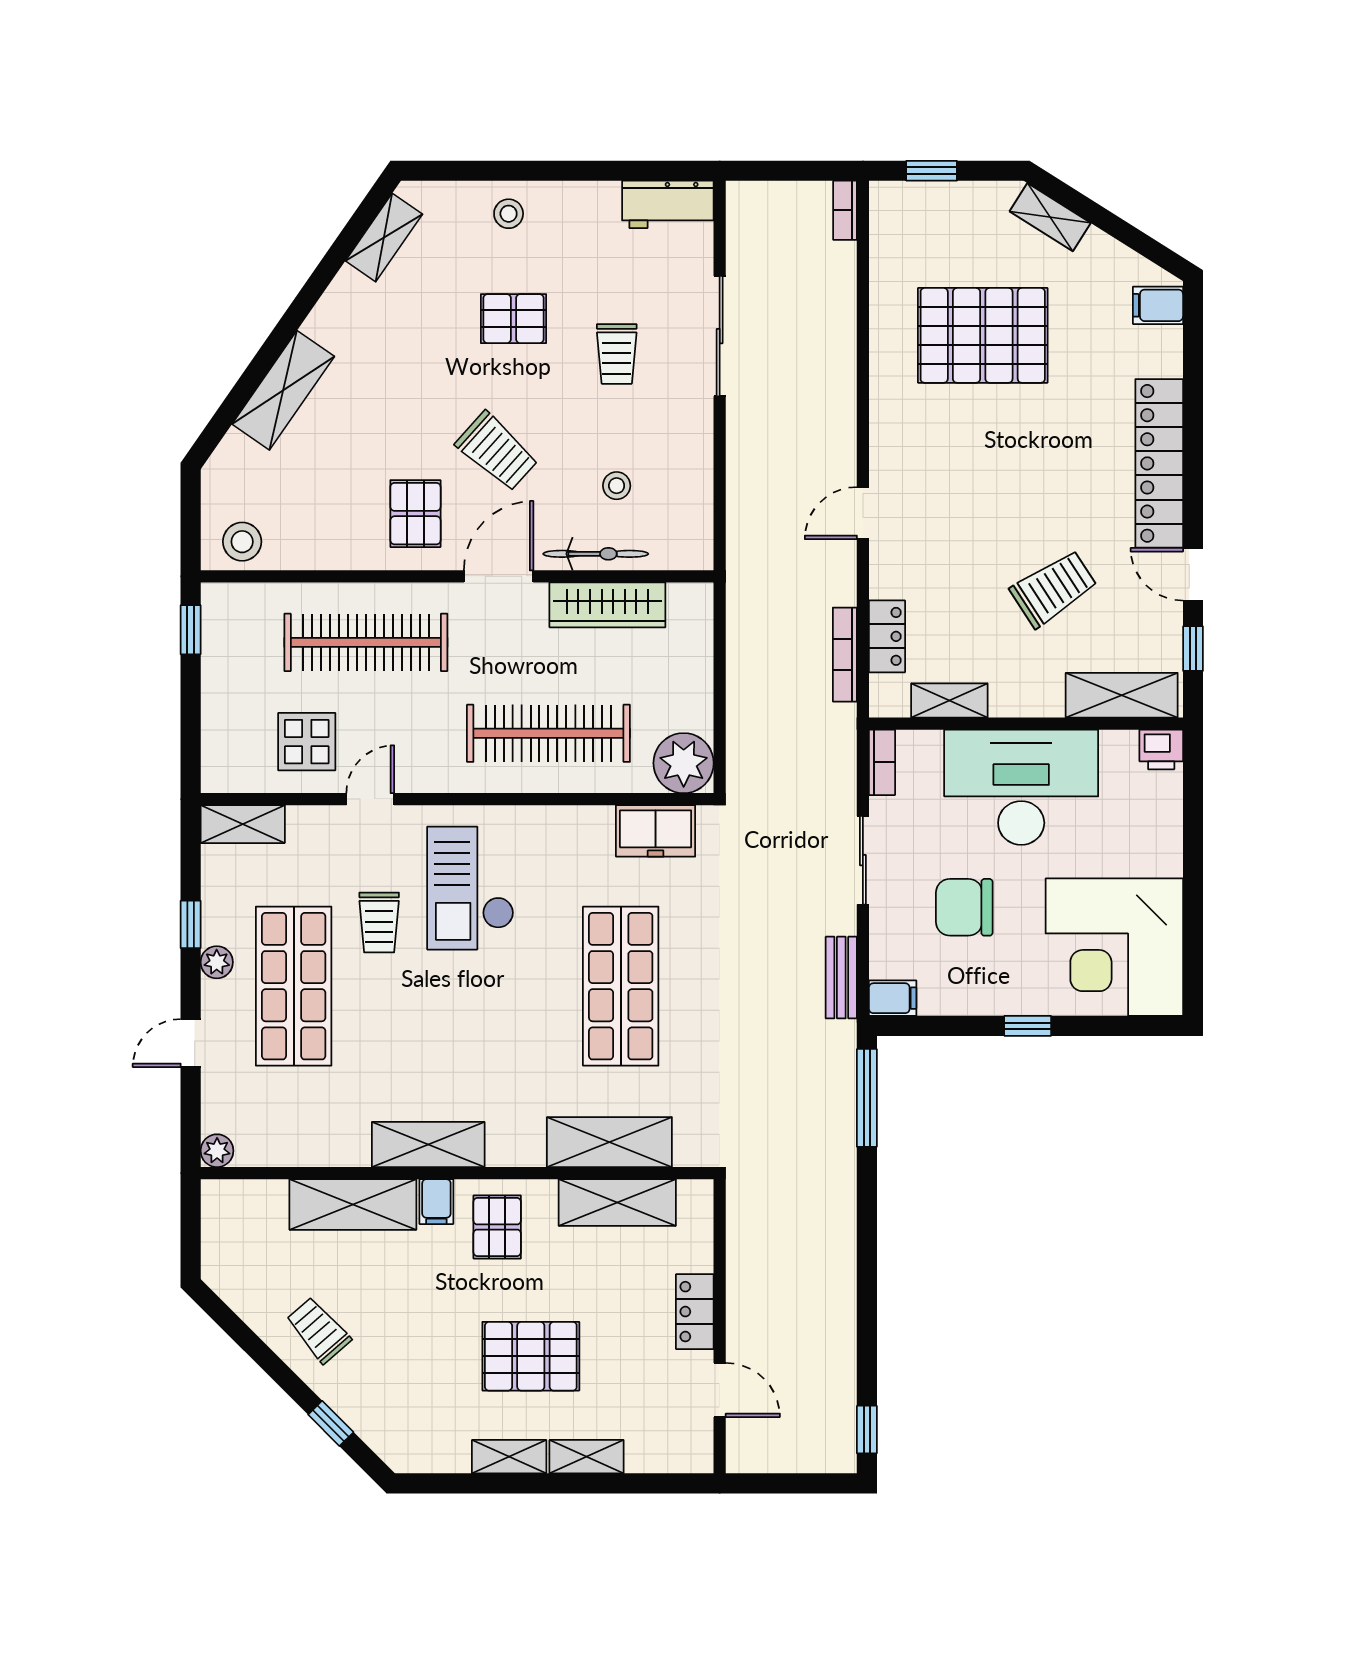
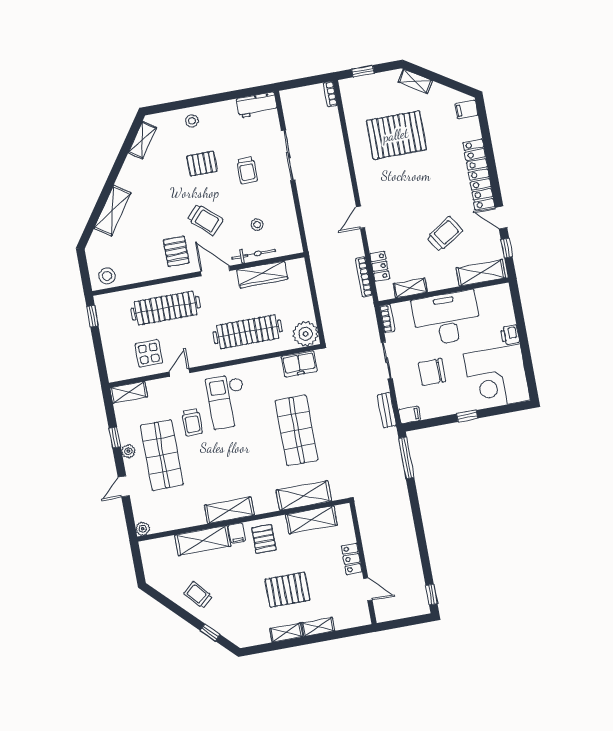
door: (499, 576) -> (215, 271), hinge flipped
printer: (1161, 749) -> (510, 335), moved, turned 90

